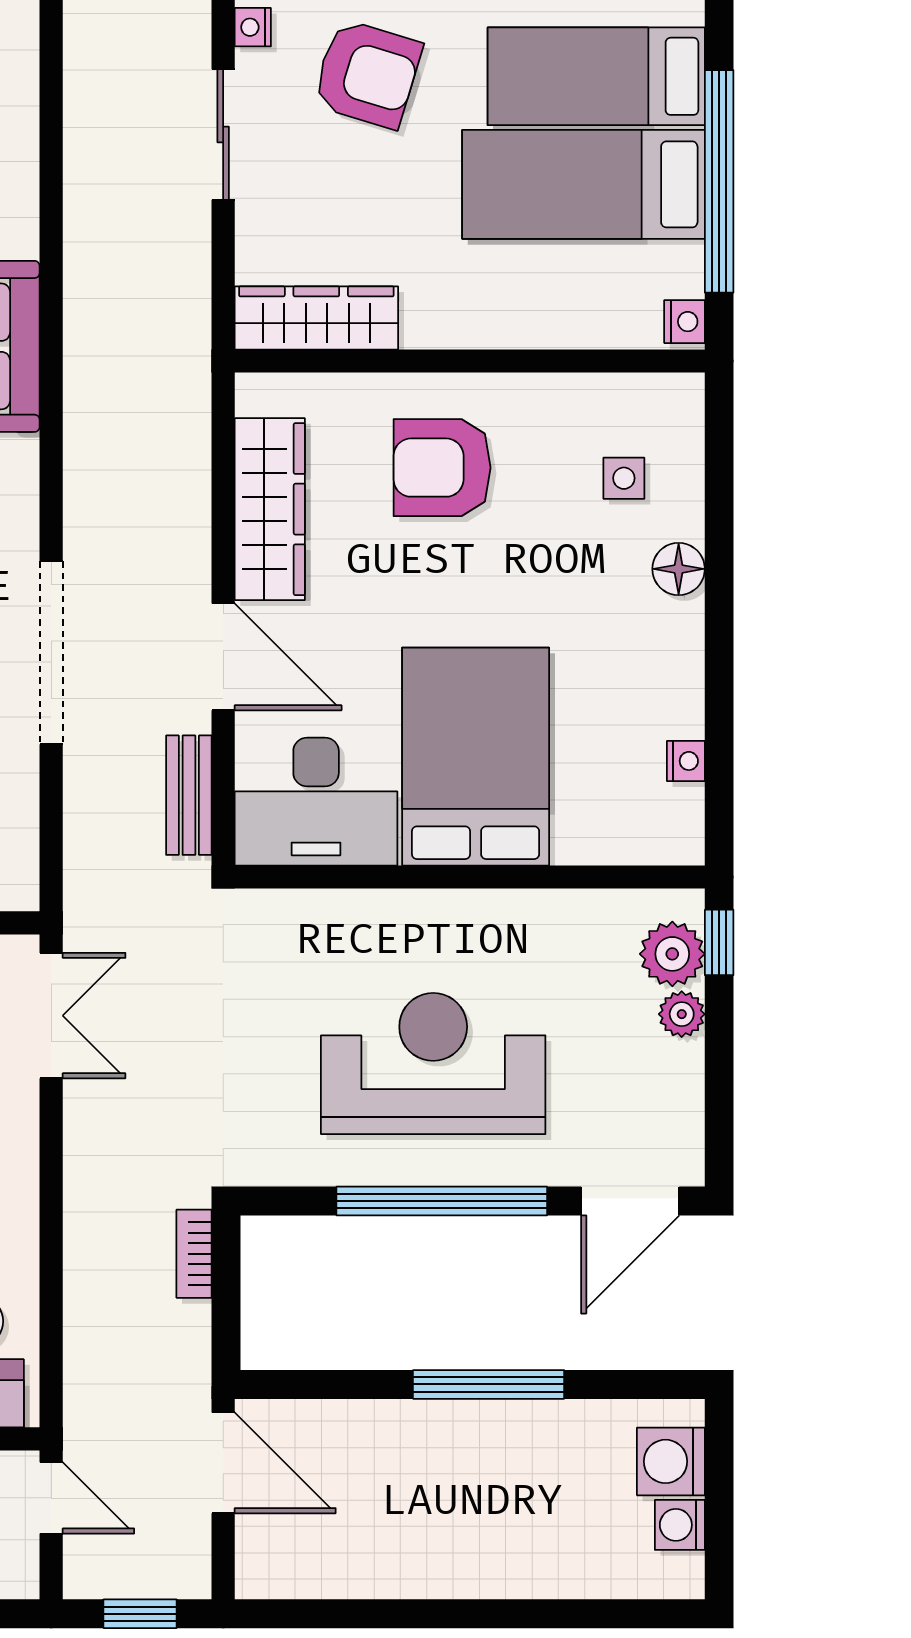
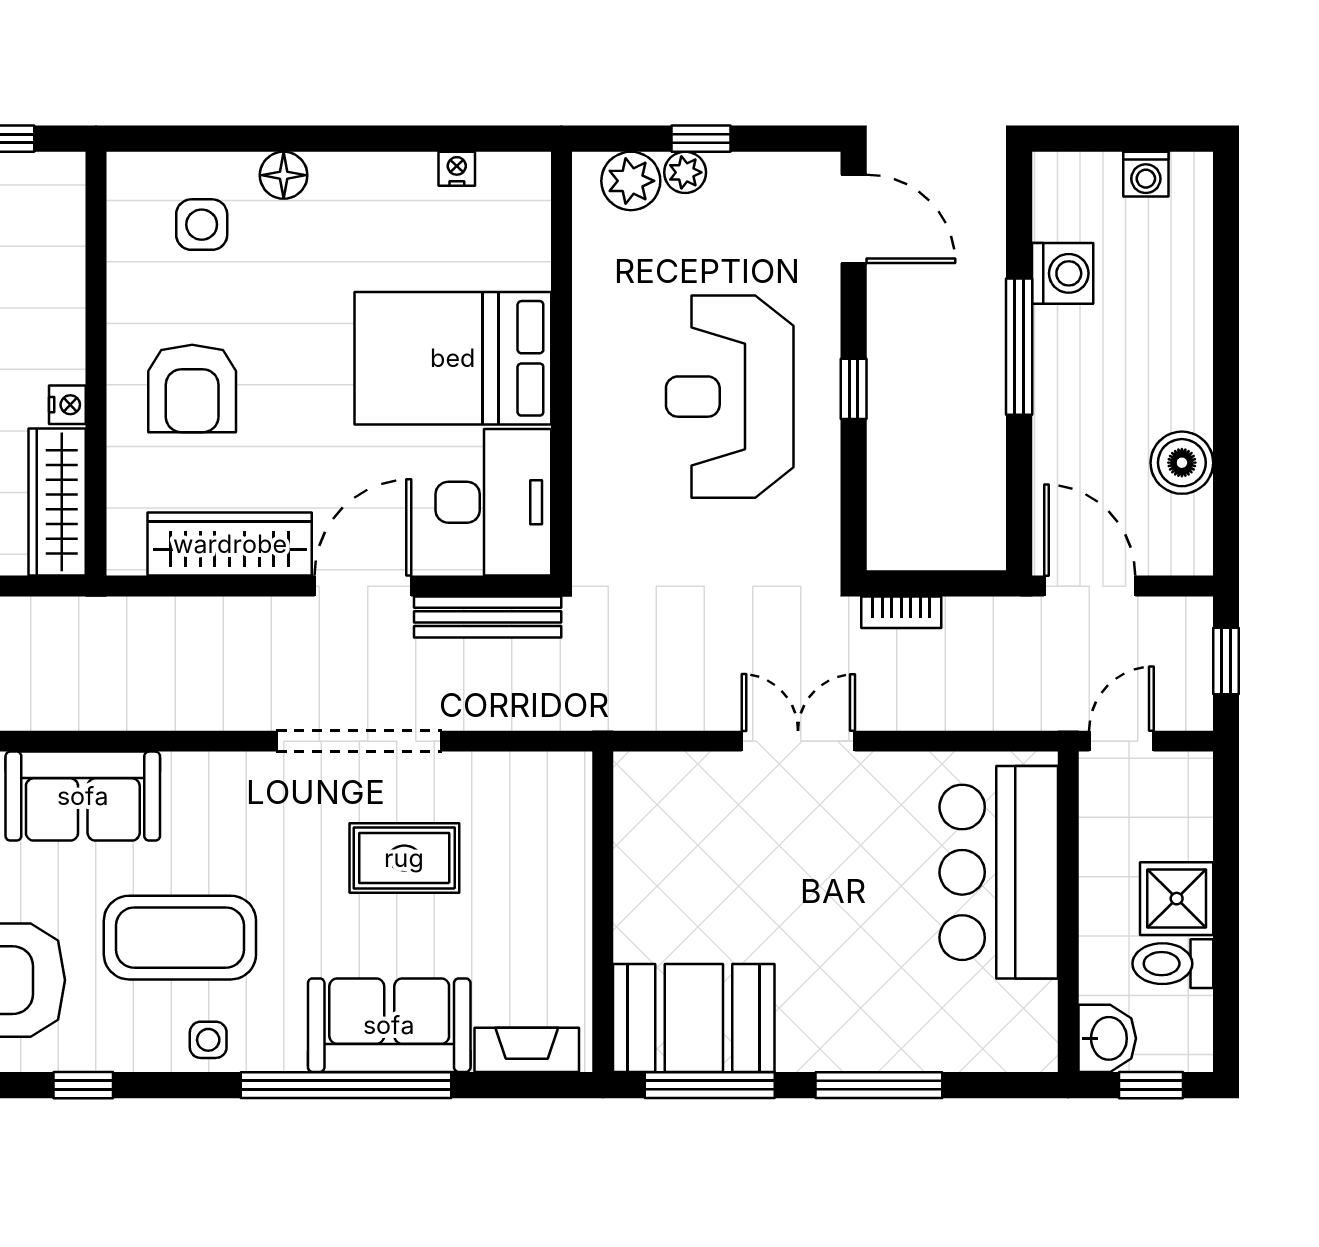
nightstand: (684, 322) -> (67, 405), moved, turned 90
side table: (624, 478) -> (202, 225), width x1.37, depth x1.37
bench: (189, 795) -> (488, 617), width x1.36
window: (719, 942) -> (701, 139), moved
double door: (51, 1016) -> (798, 741), moved
window: (442, 1201) -> (854, 389), width x0.32
washing machine: (671, 1461) -> (1063, 273), moved, turned -90
door: (223, 1463) -> (1090, 586), hinge flipped
boiler: (360, 1565) -> (1182, 463), added

